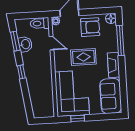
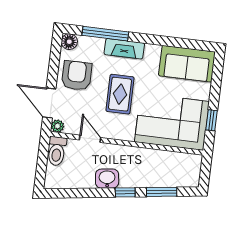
window: (15, 41) -> (162, 192), moved
door: (51, 43) -> (90, 139), hinge flipped
washbasin: (25, 44) -> (107, 179), moved
fireplace: (114, 65) -> (124, 49), moved

